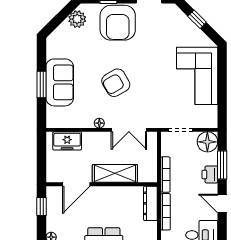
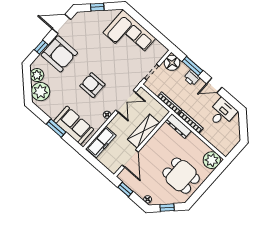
plant: (64, 37) -> (40, 92), added
sofa: (60, 82) -> (74, 125), moved
armchair: (116, 83) -> (92, 85), turned 120
freezer: (67, 141) -> (101, 142), width x1.40

